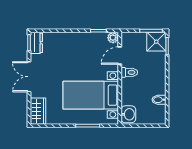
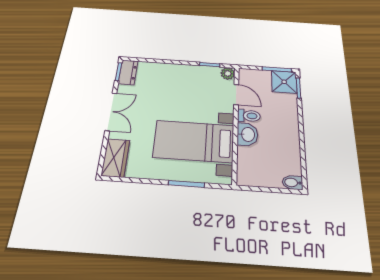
door: (120, 56) -> (236, 95), swing flipped
double door: (29, 77) -> (111, 112), swing flipped
bidet: (159, 100) -> (292, 183), moved
washbasin: (128, 114) -> (247, 134), moved

